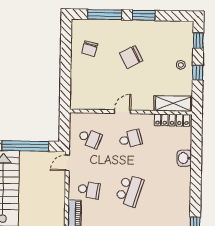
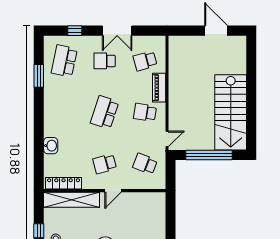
shelving: (173, 104) -> (72, 200), width x1.47

